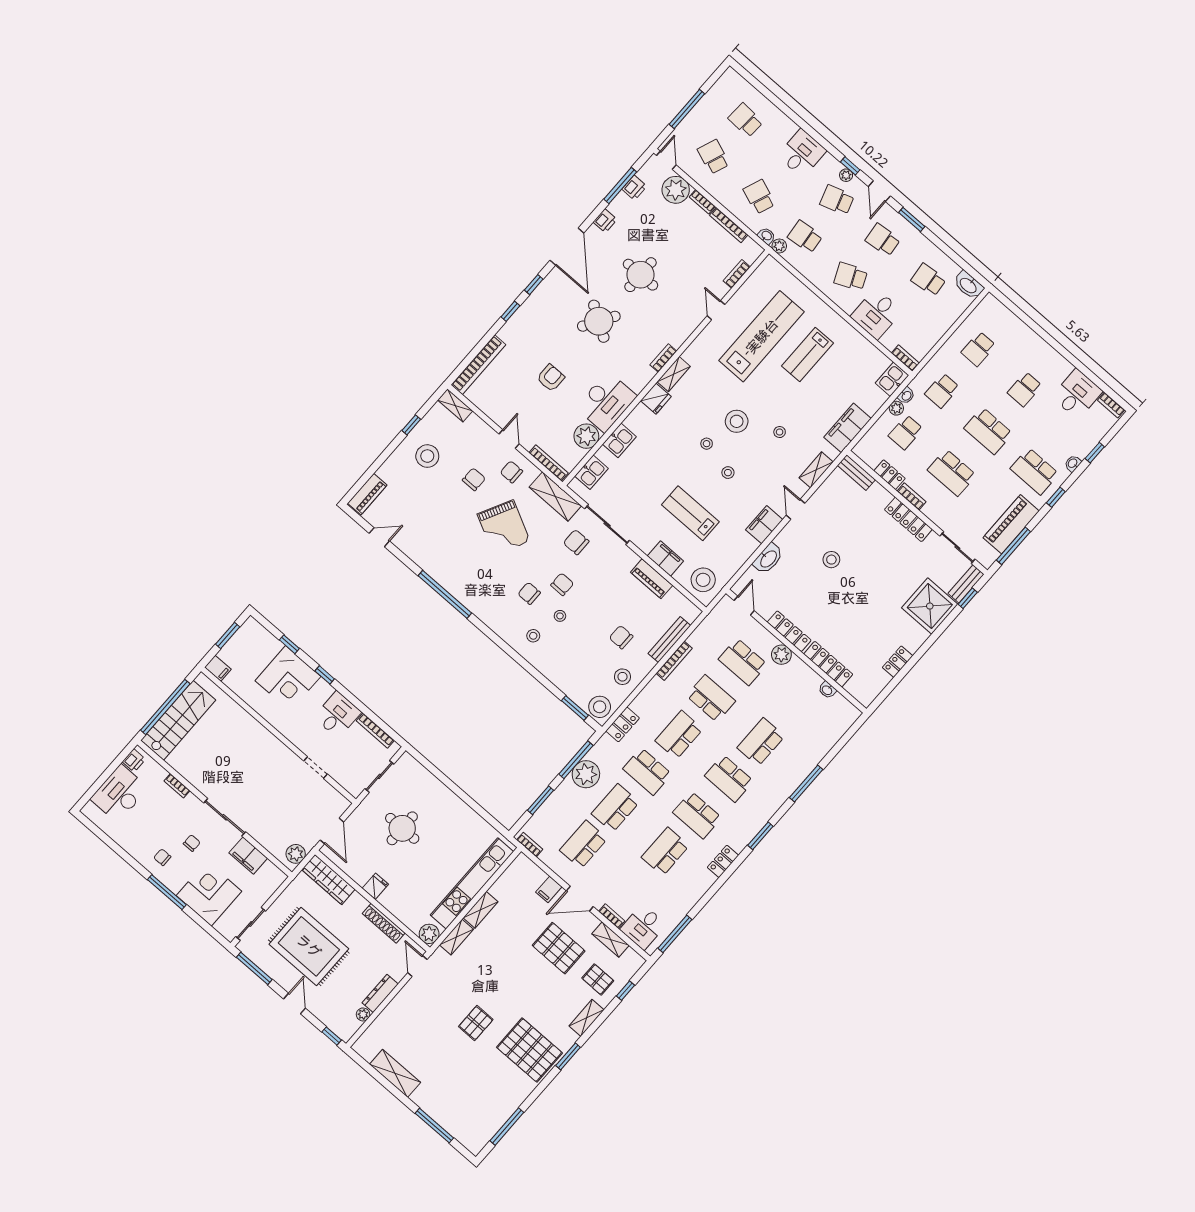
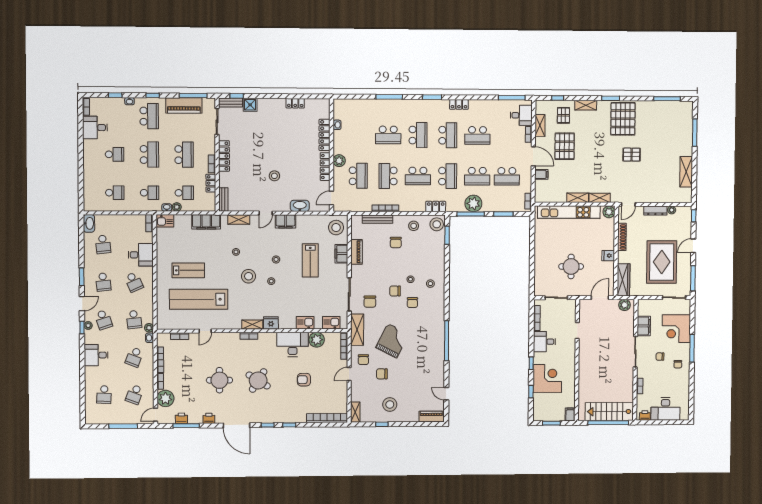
door: (567, 247) -> (236, 425), swing flipped
shower: (930, 606) -> (250, 105), width x0.54, depth x0.54

